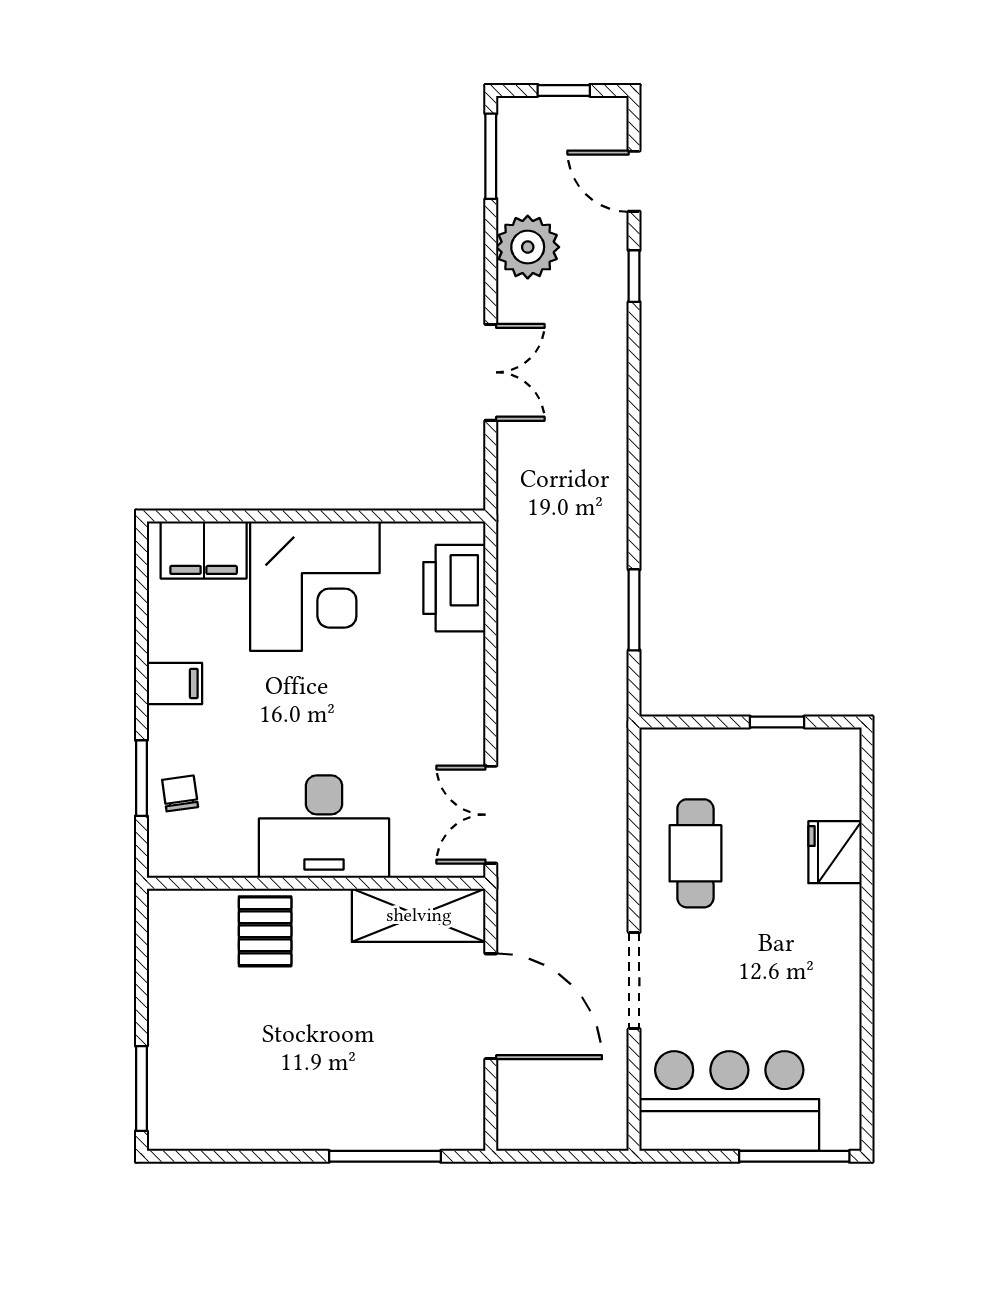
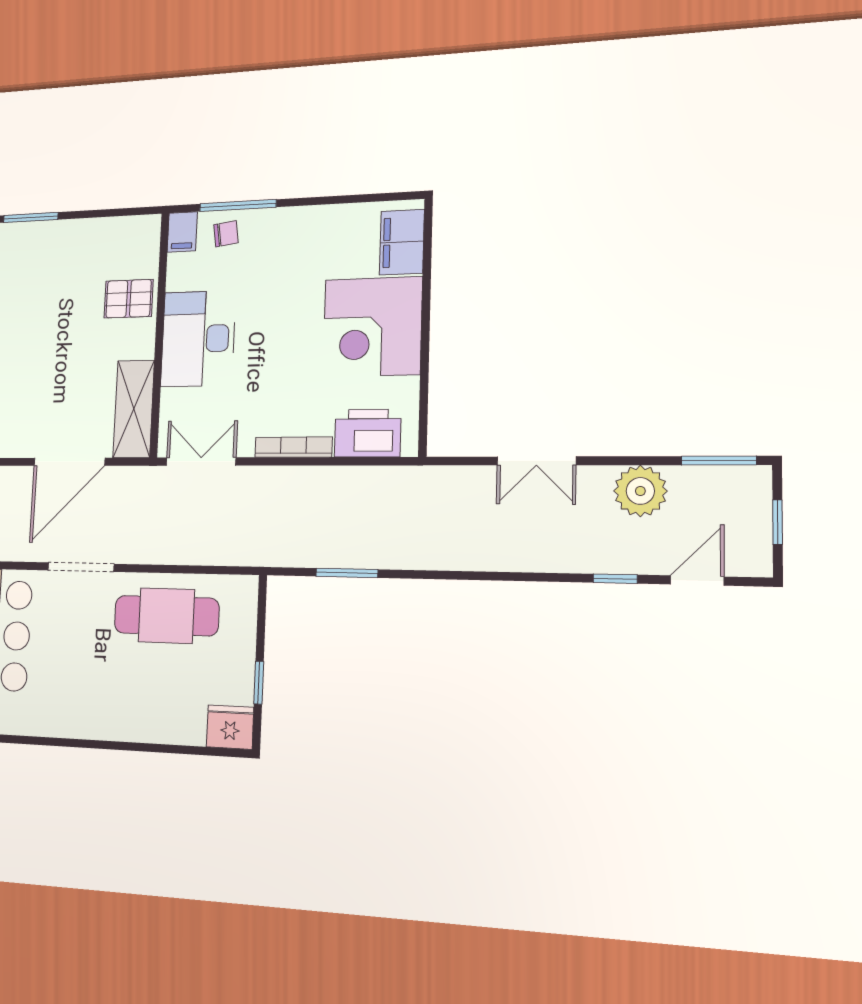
filing cabinet: (174, 684) -> (182, 232), moved
bookcase: (472, 687) -> (293, 447), added
window: (141, 778) -> (238, 206), width x1.44
fridge: (835, 852) -> (230, 727), moved
cafe table: (695, 853) -> (166, 616), width x1.37, depth x1.35

